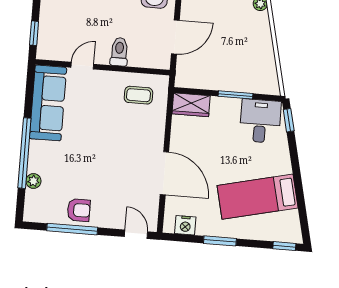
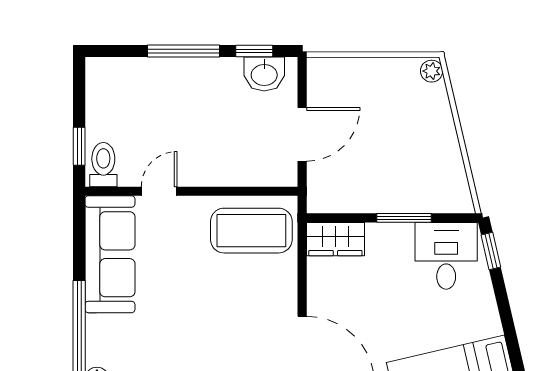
toilet: (119, 52) -> (103, 165), moved
coffee table: (138, 95) -> (251, 231), width x1.86, depth x1.72

